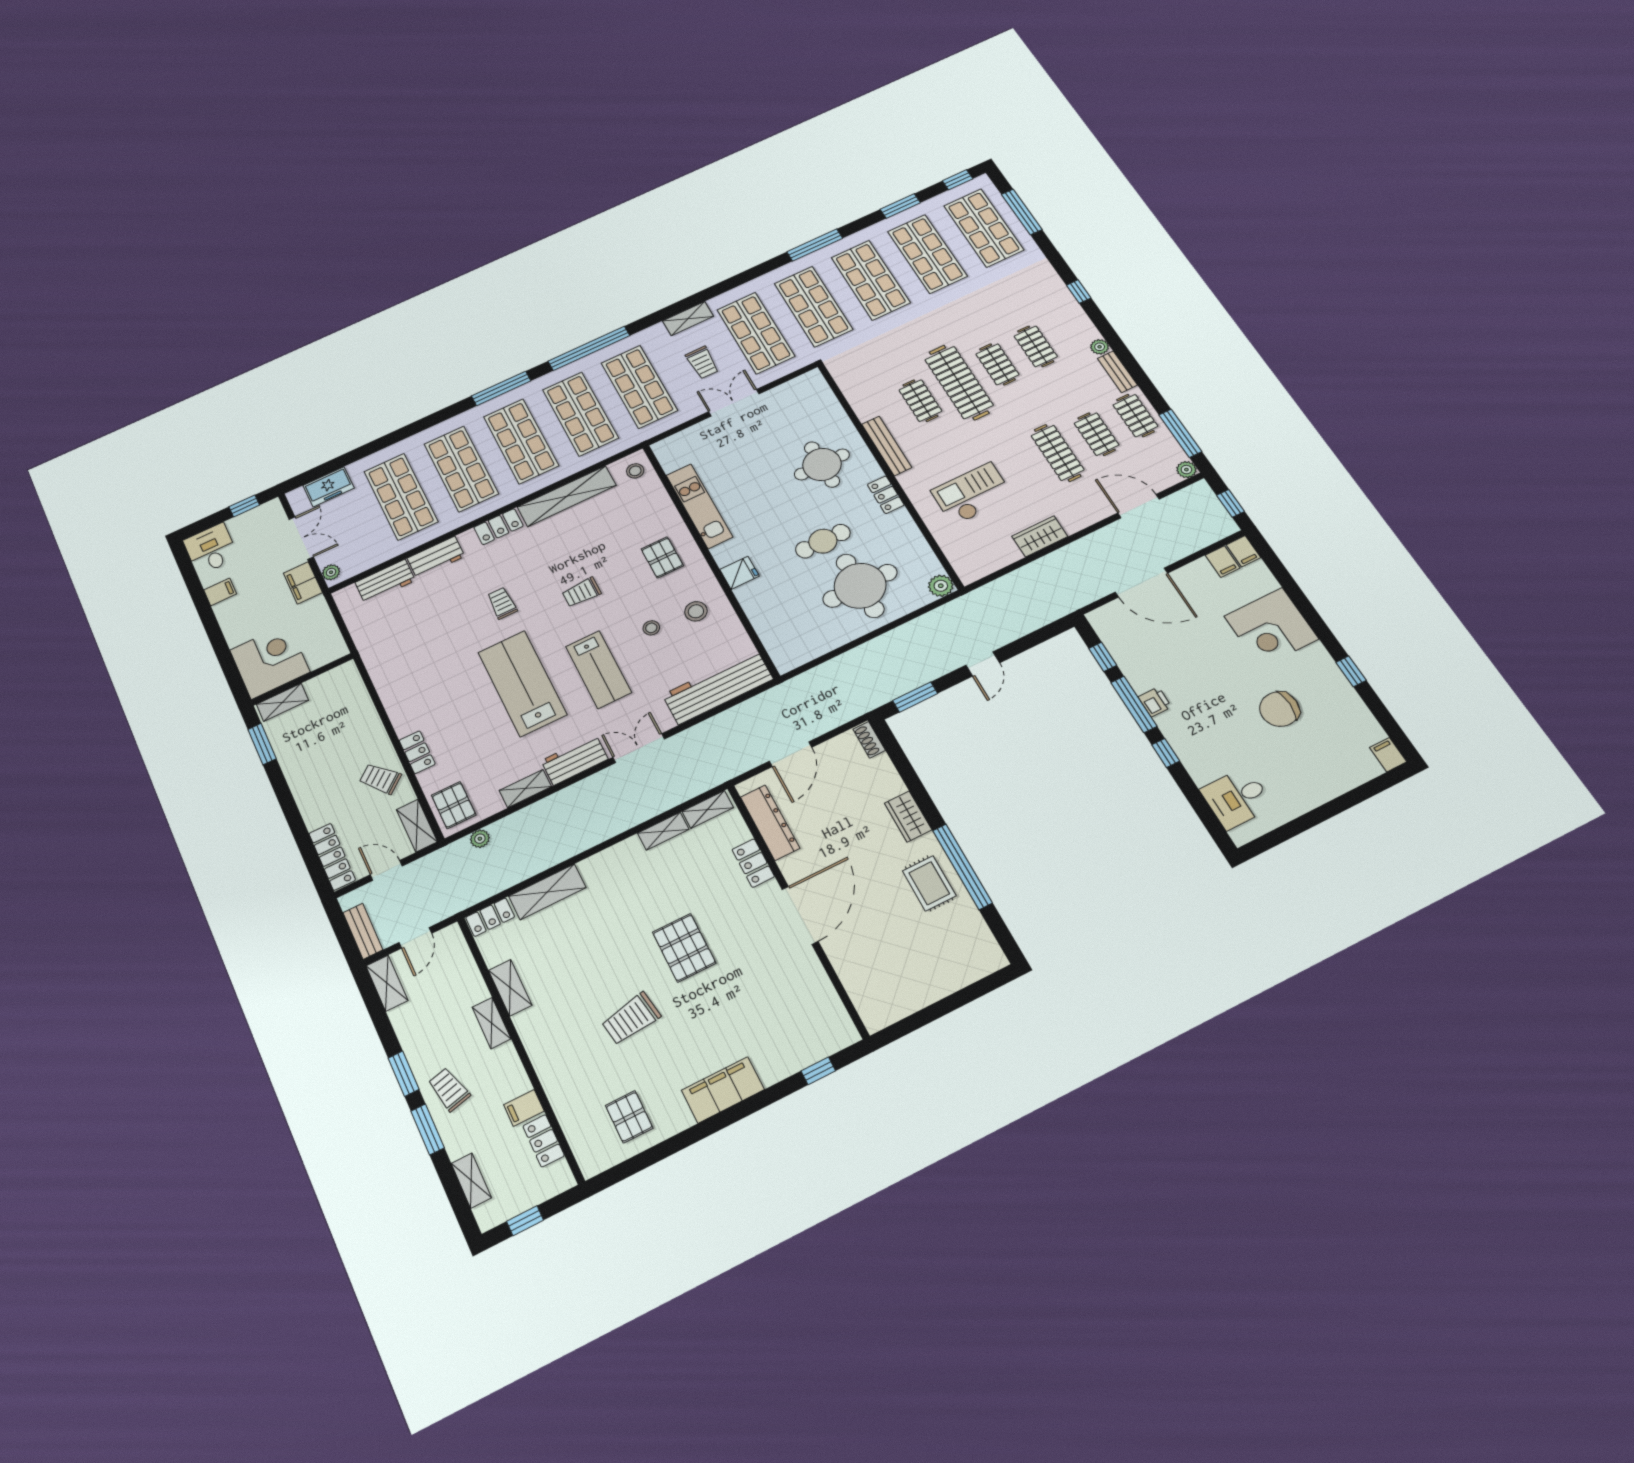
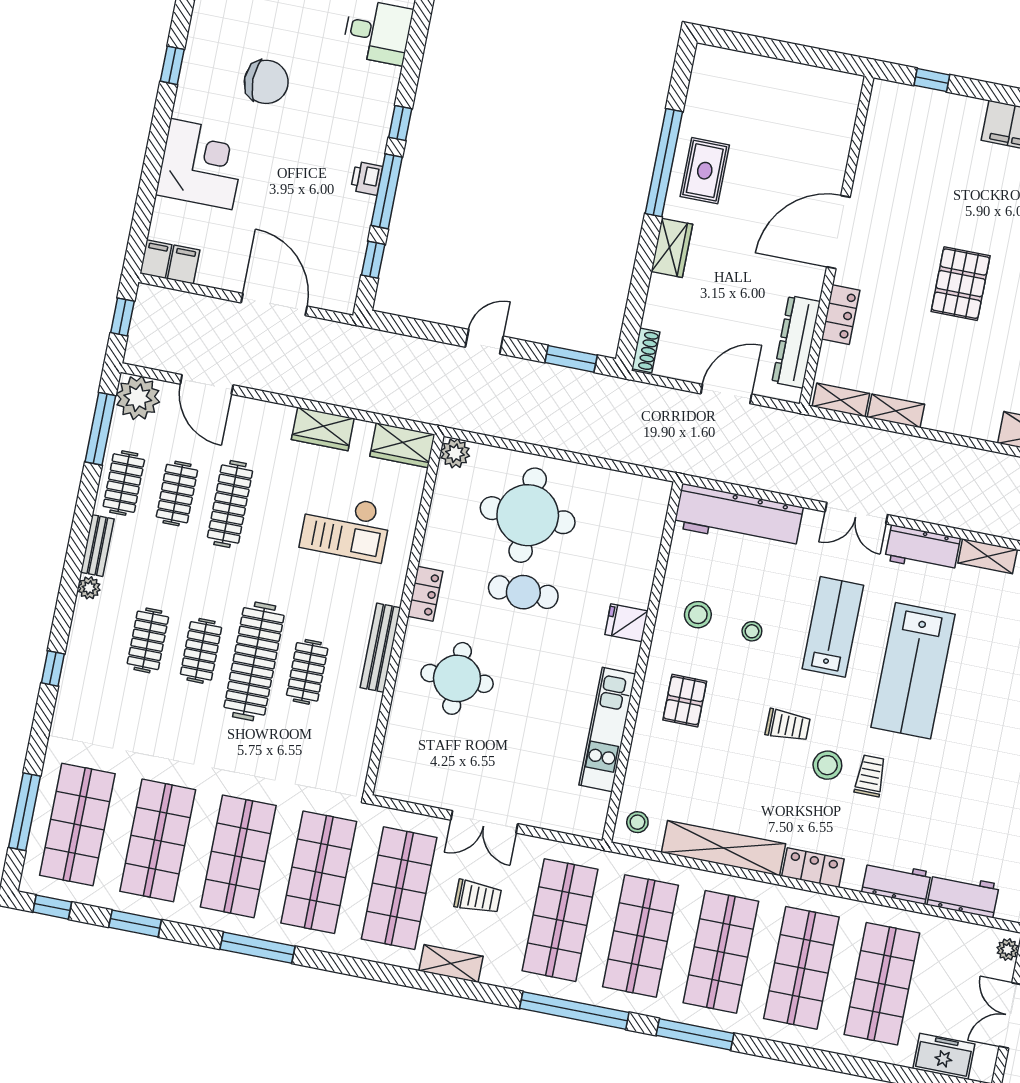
trolley: (702, 363) -> (478, 897), turned 90
plant: (1186, 470) -> (138, 398), width x1.88, depth x1.88
wardrobe: (979, 565) -> (402, 445), added
stool: (536, 589) -> (827, 765), added
trolley: (502, 603) -> (870, 776), turned 180

